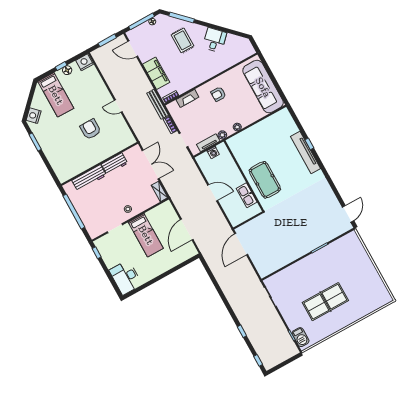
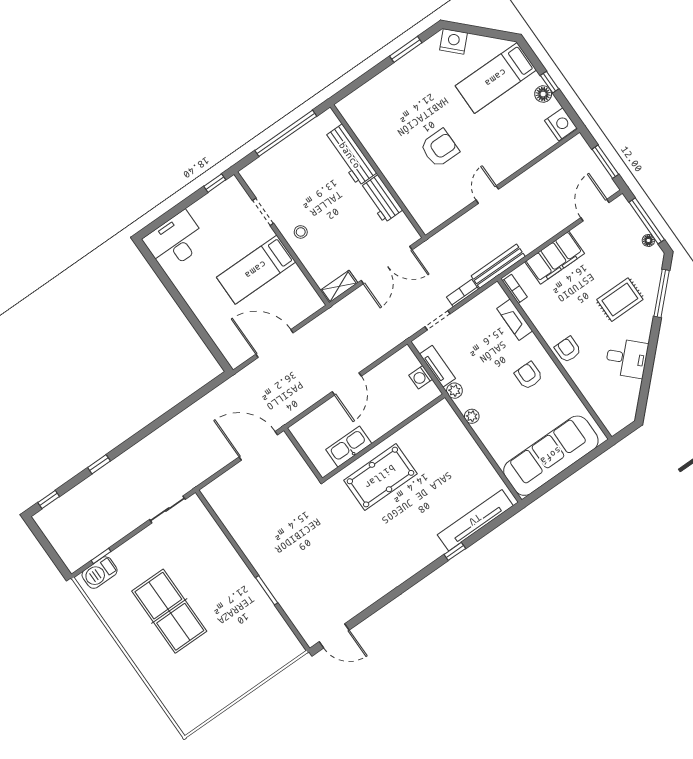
armchair: (207, 71) -> (568, 350), added
tv unit: (305, 152) -> (475, 520), moved

